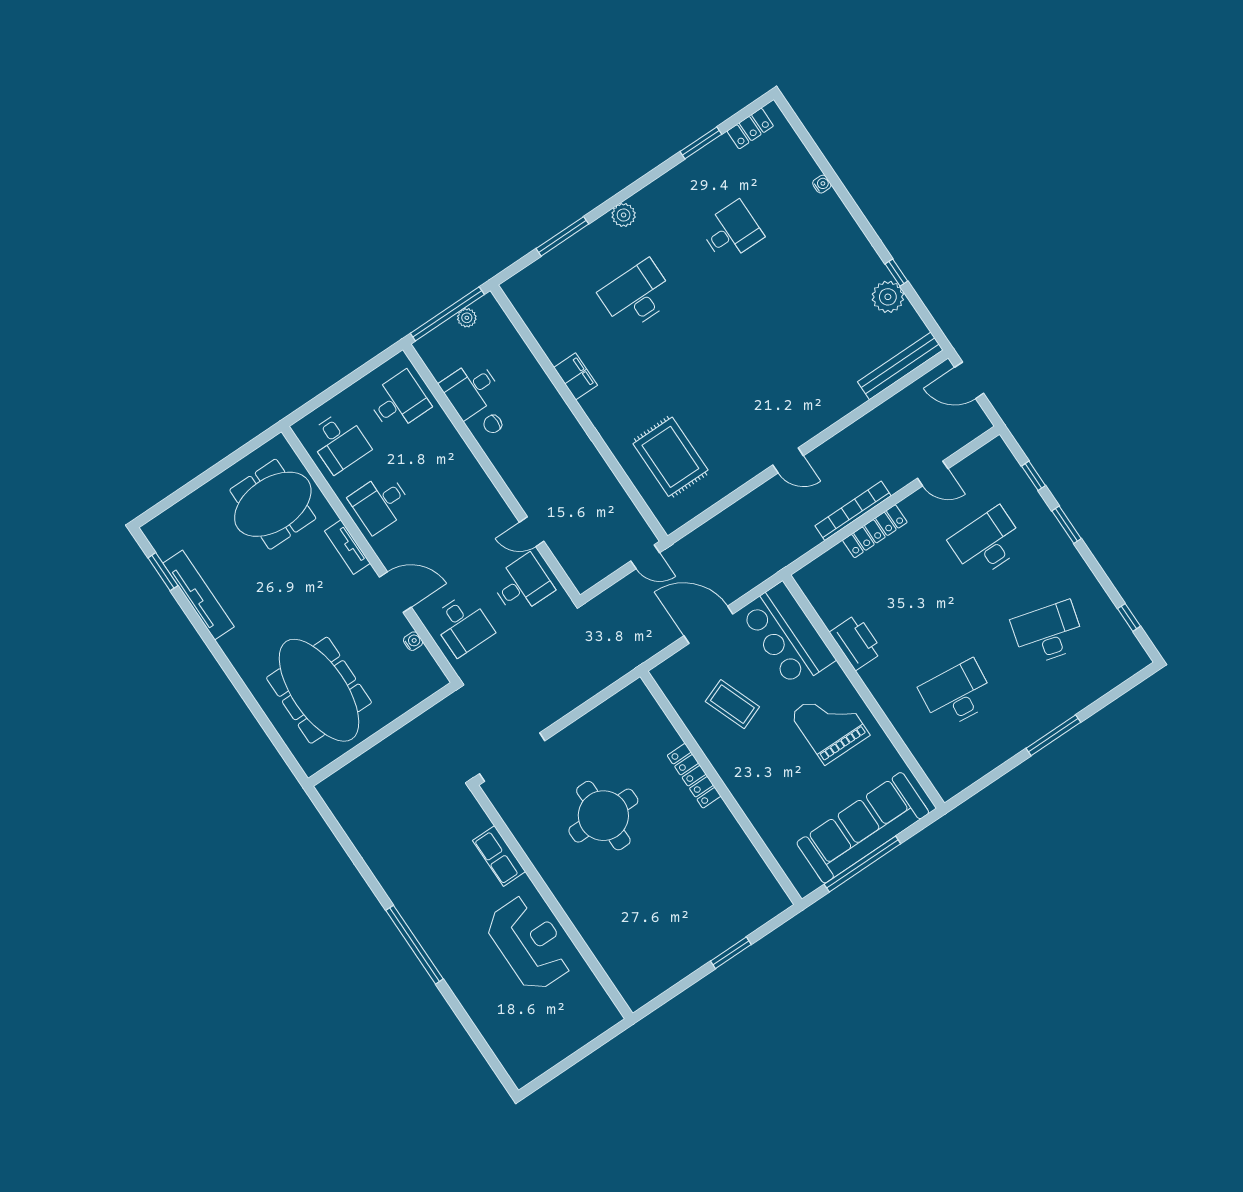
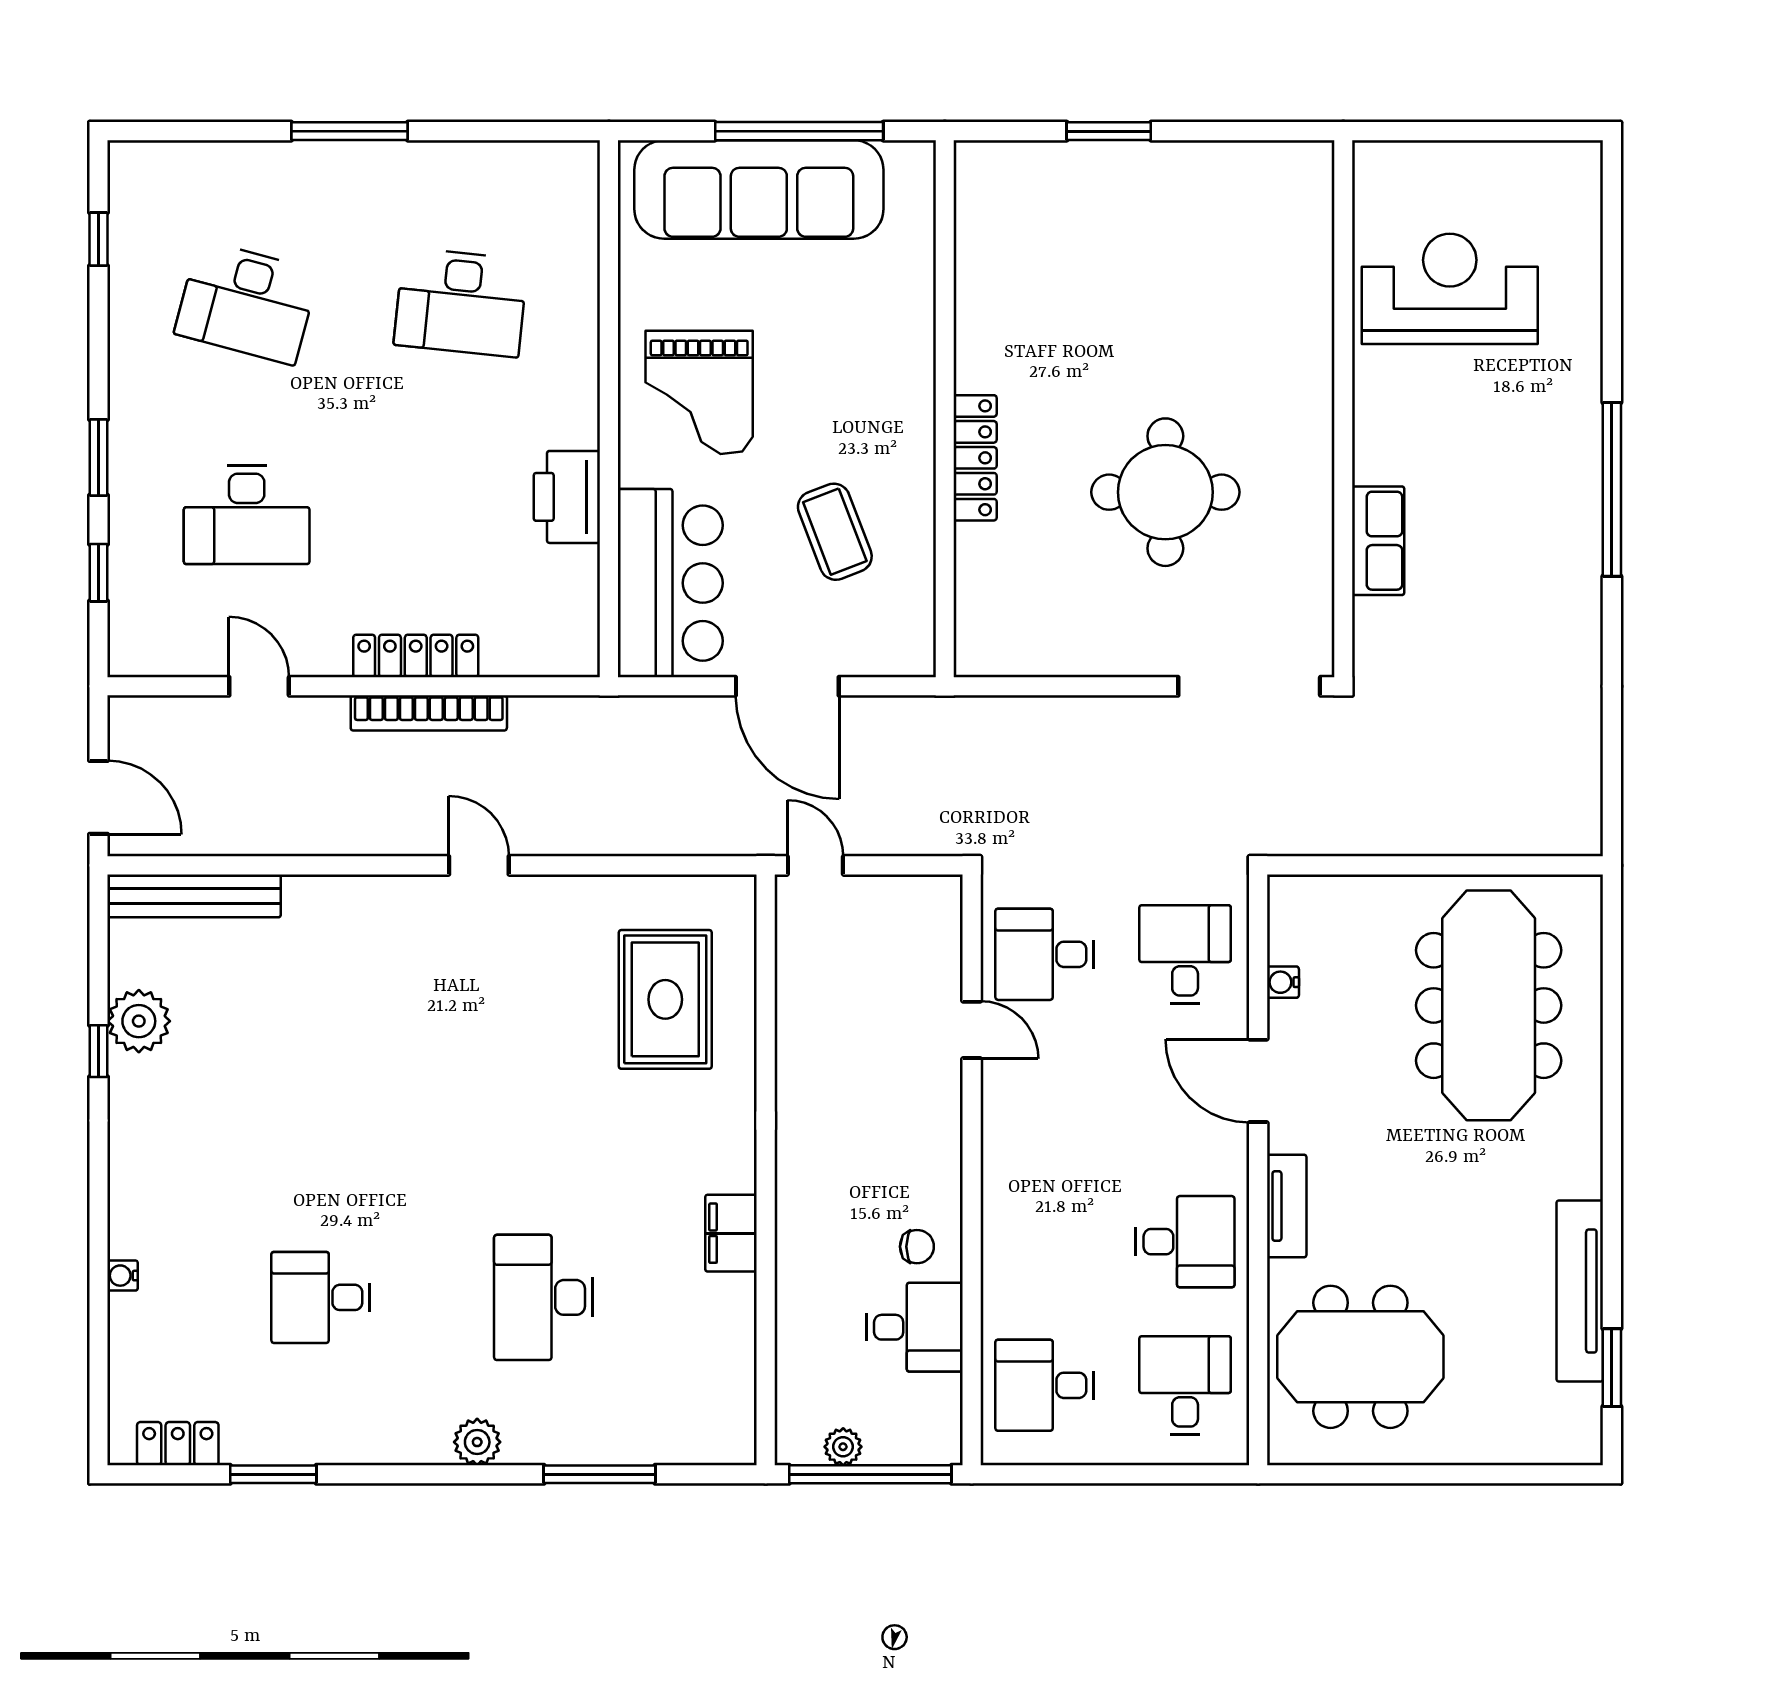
desk: (637, 295) -> (543, 1297), turned 90
reception desk: (530, 943) -> (1450, 289), moved, turned 90

